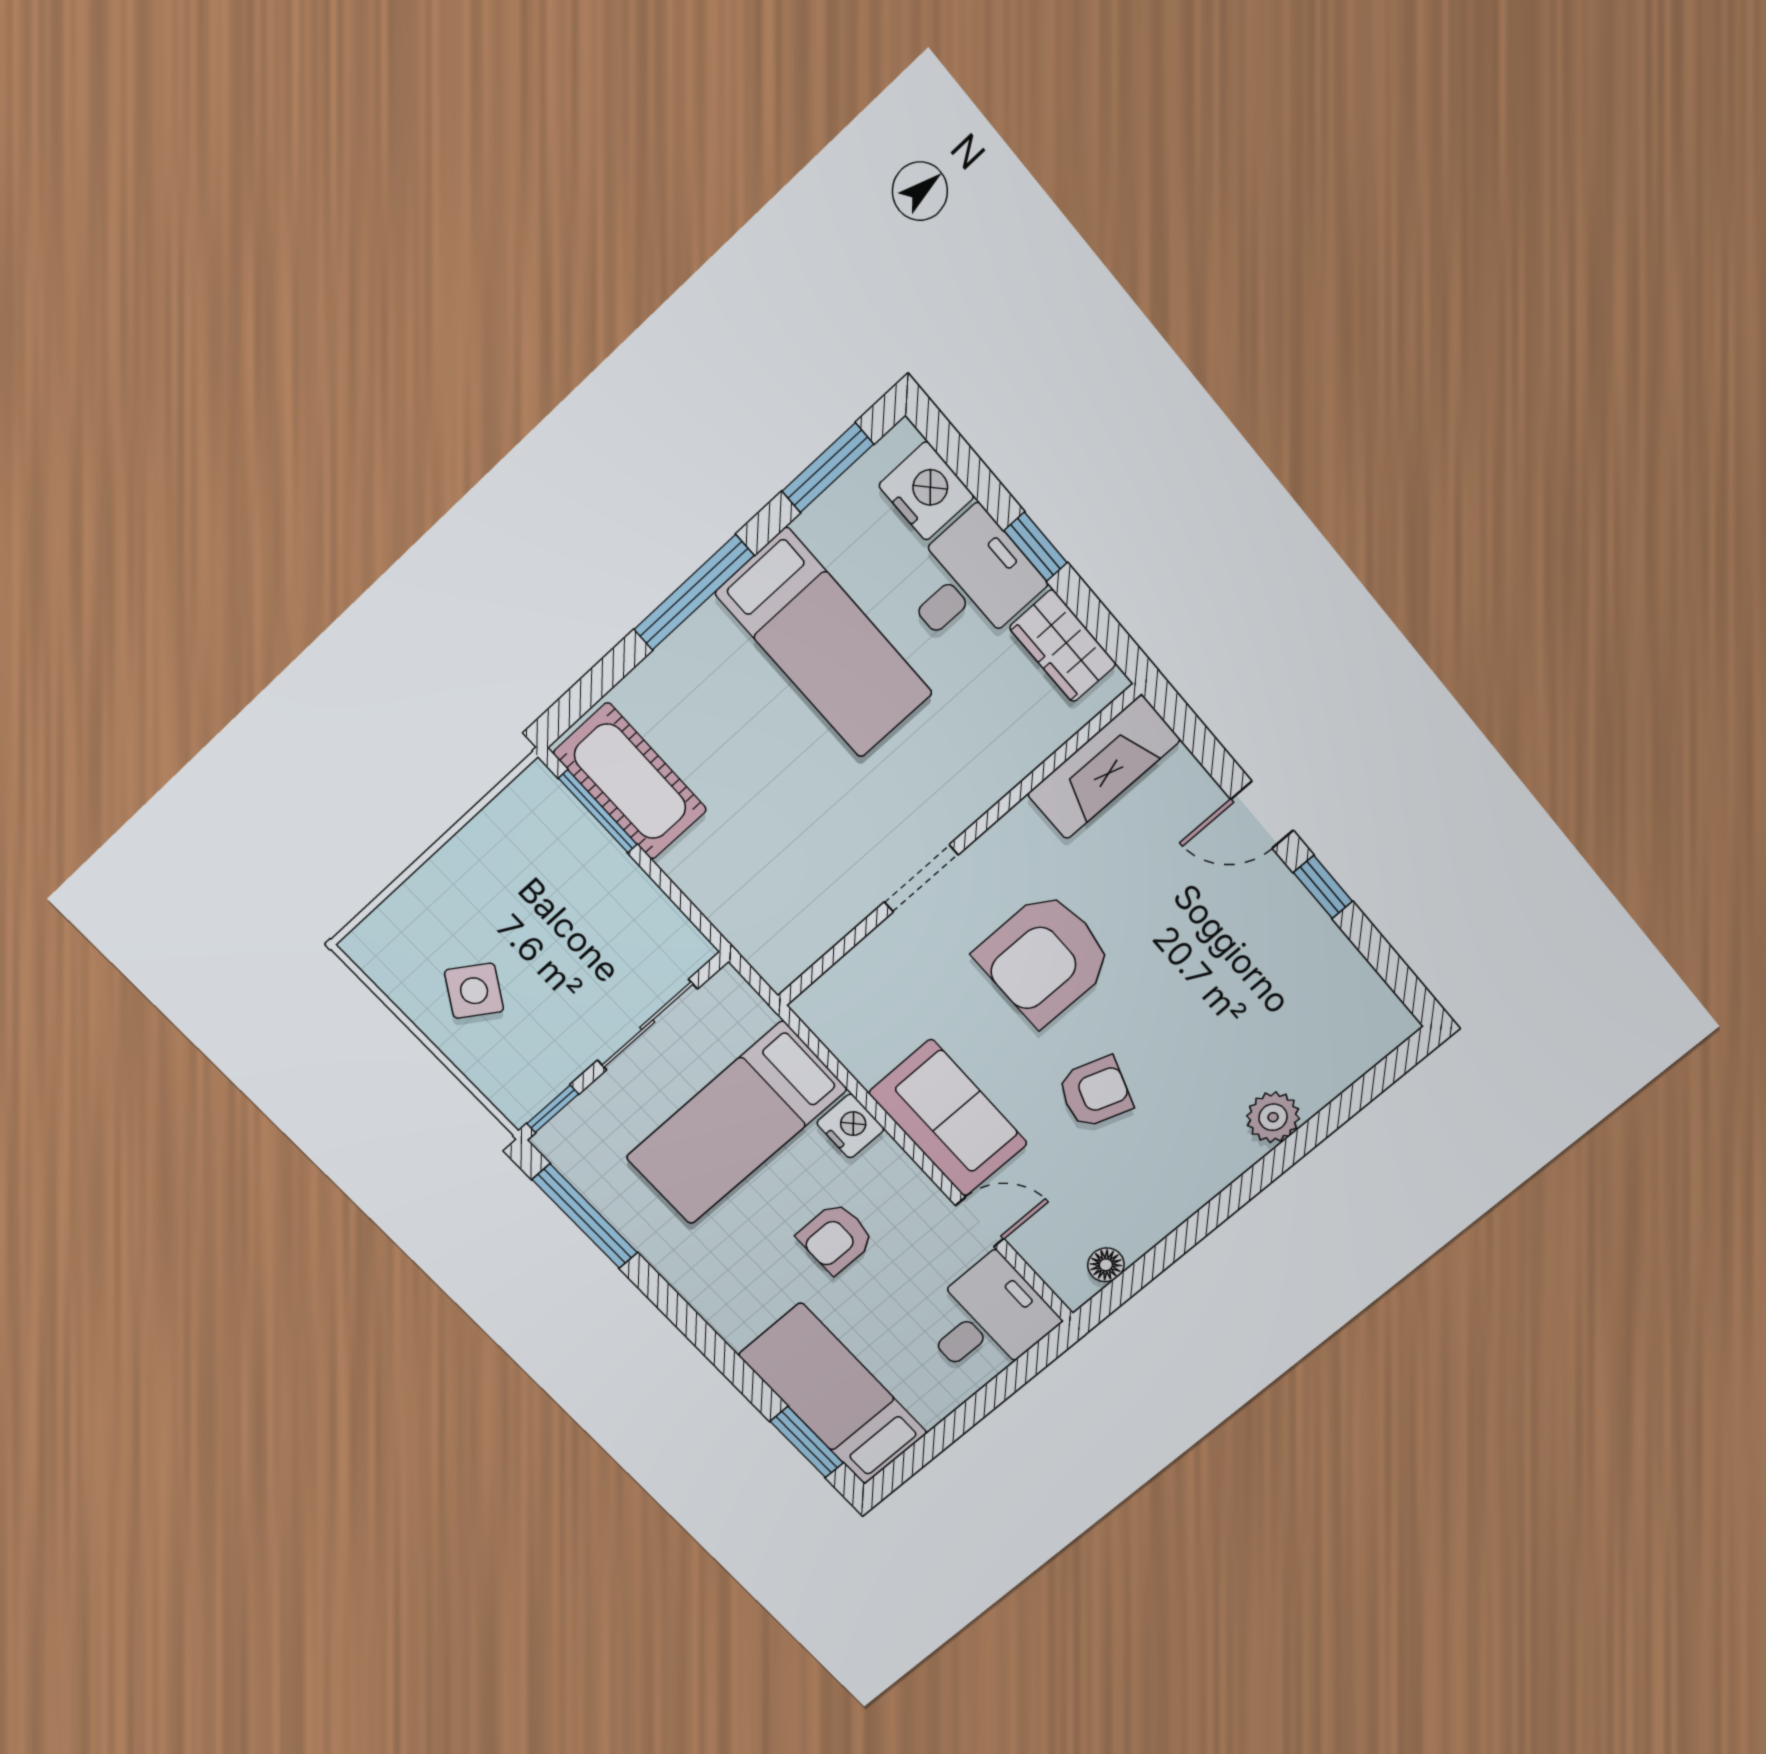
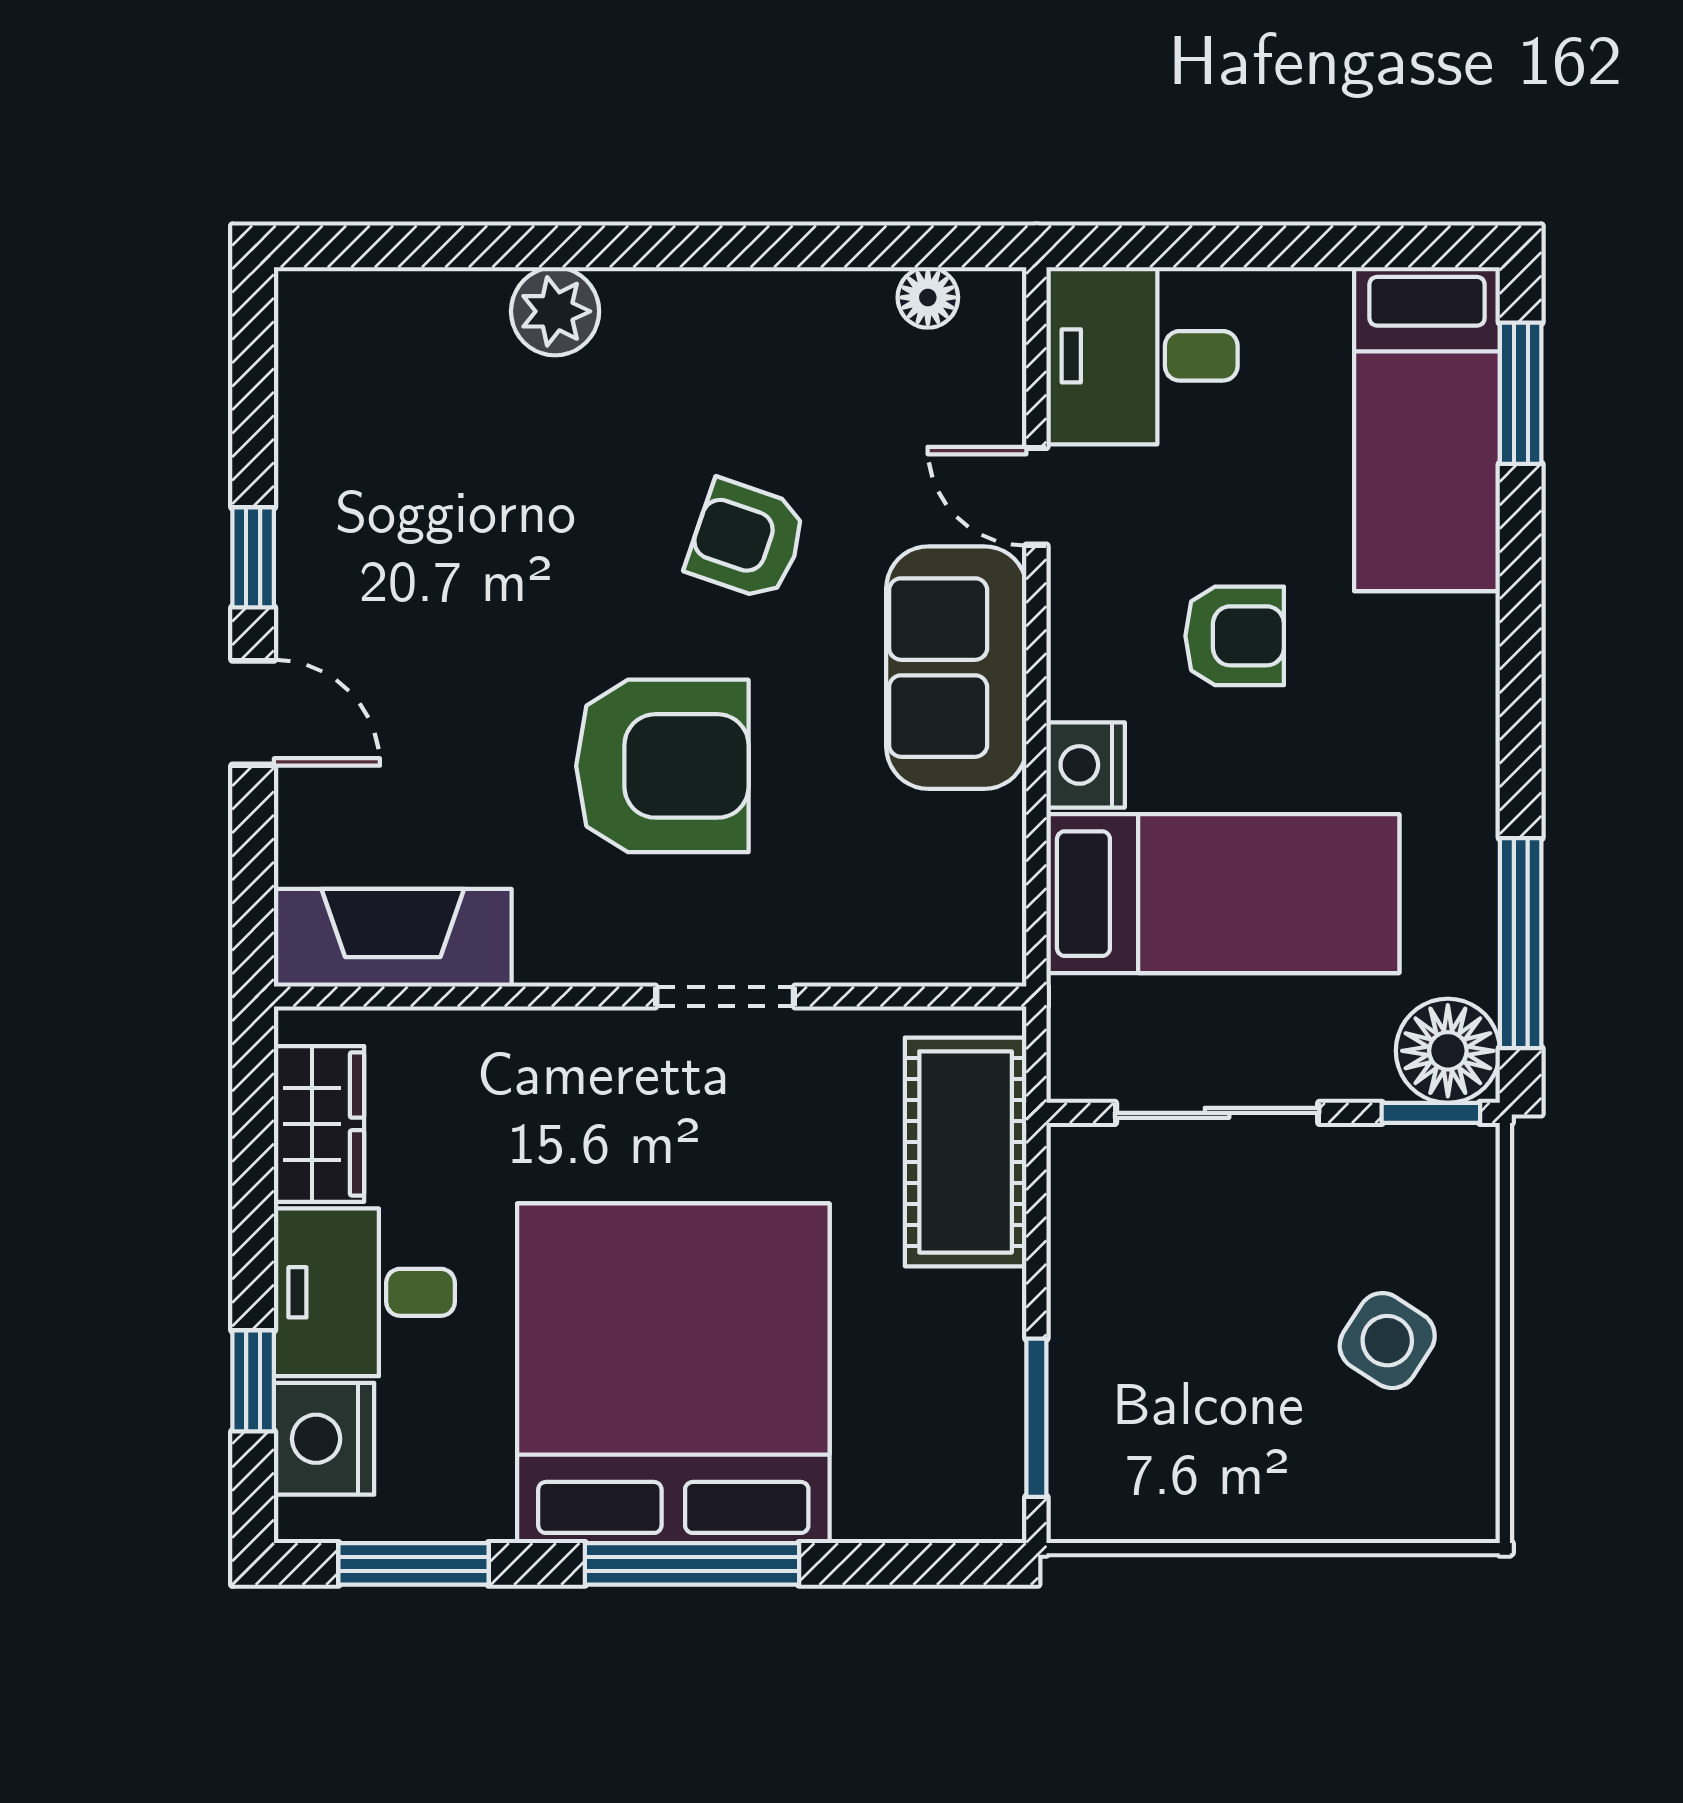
window: (1036, 547) -> (253, 1381), moved
bed: (824, 643) -> (673, 1373), width x2.04
cot: (630, 781) -> (966, 1152), moved
floor lamp: (571, 1142) -> (1448, 1051), added

